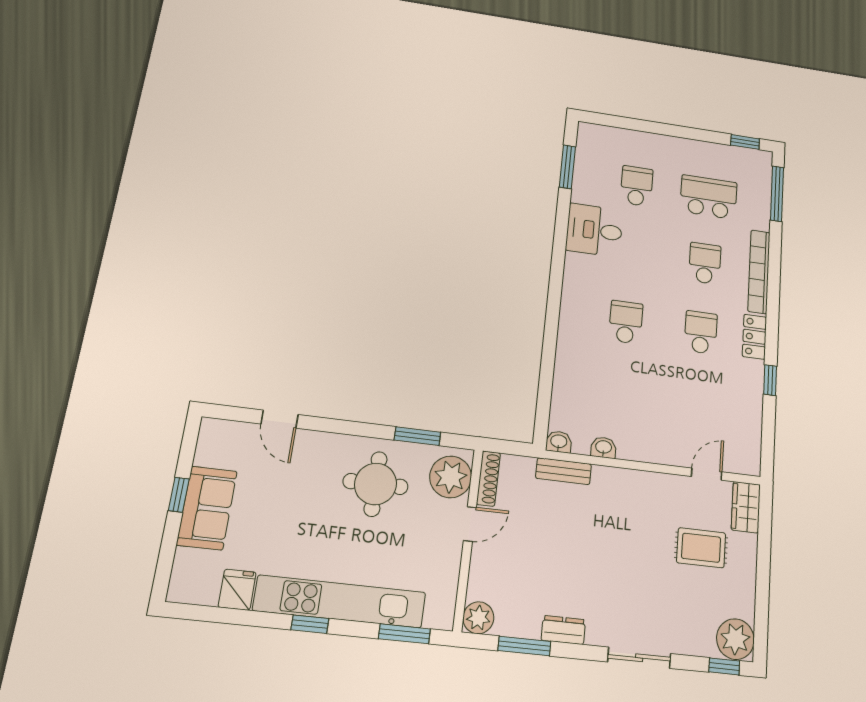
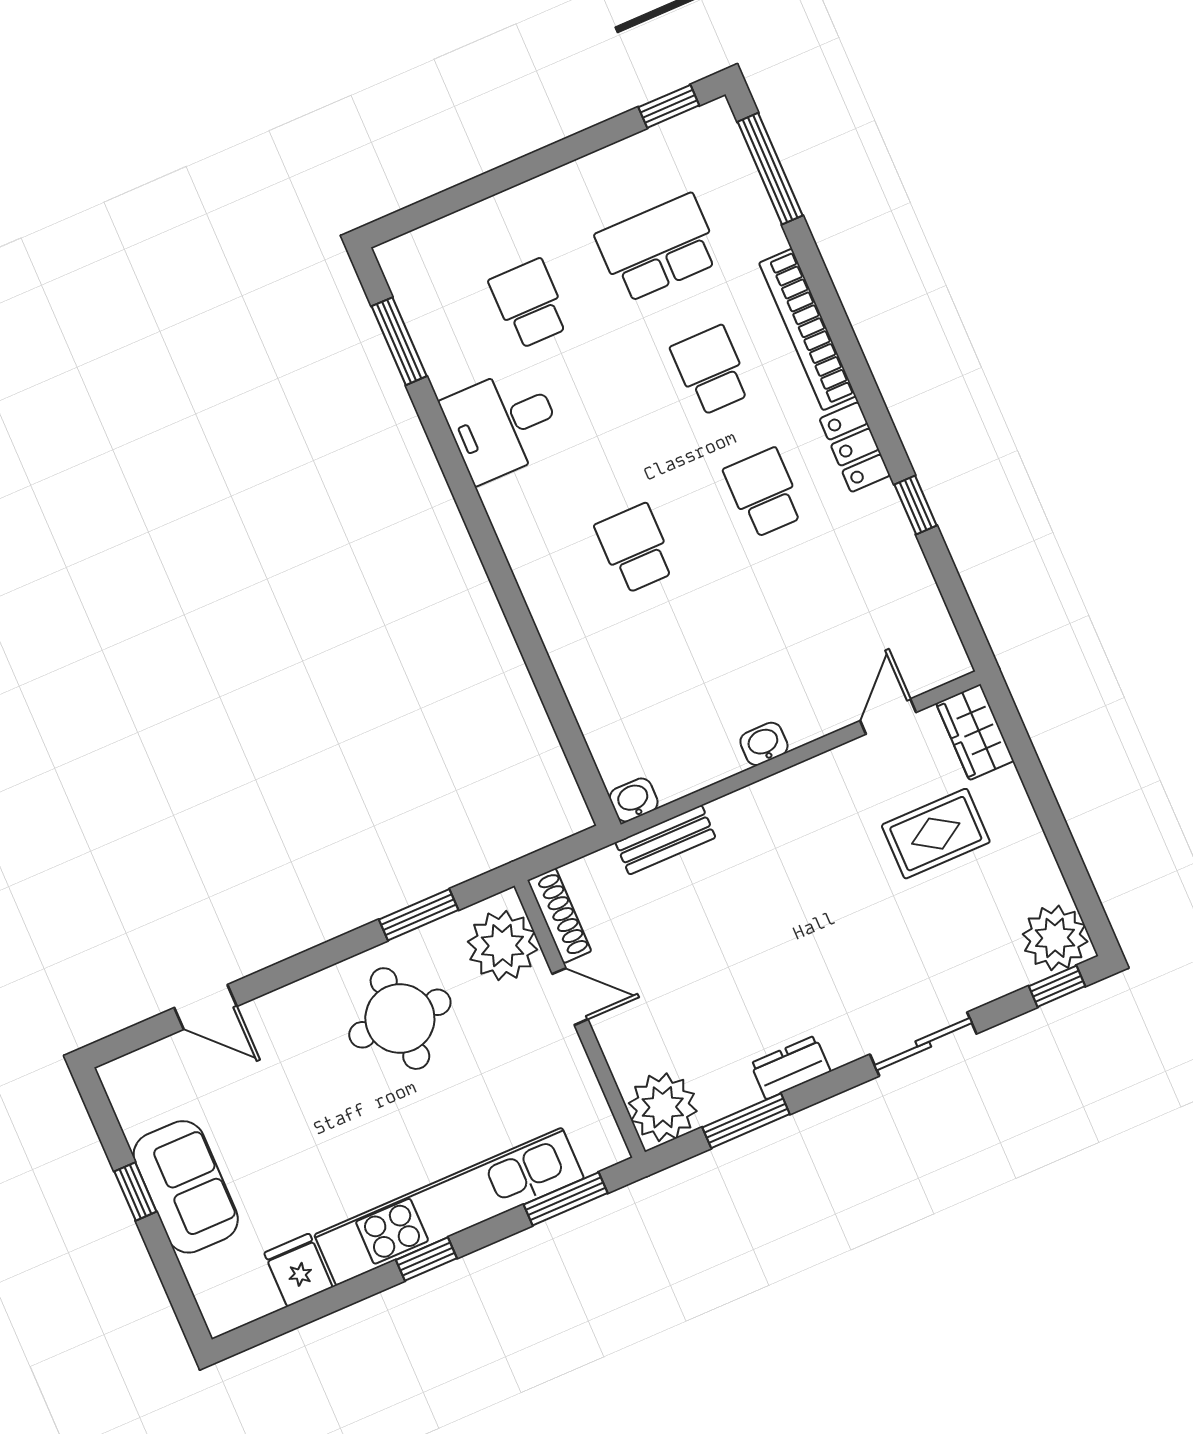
washbasin: (604, 448) -> (764, 744), moved
door: (470, 524) -> (570, 997), hinge flipped
plant: (478, 618) -> (663, 1107), width x1.36, depth x1.36

